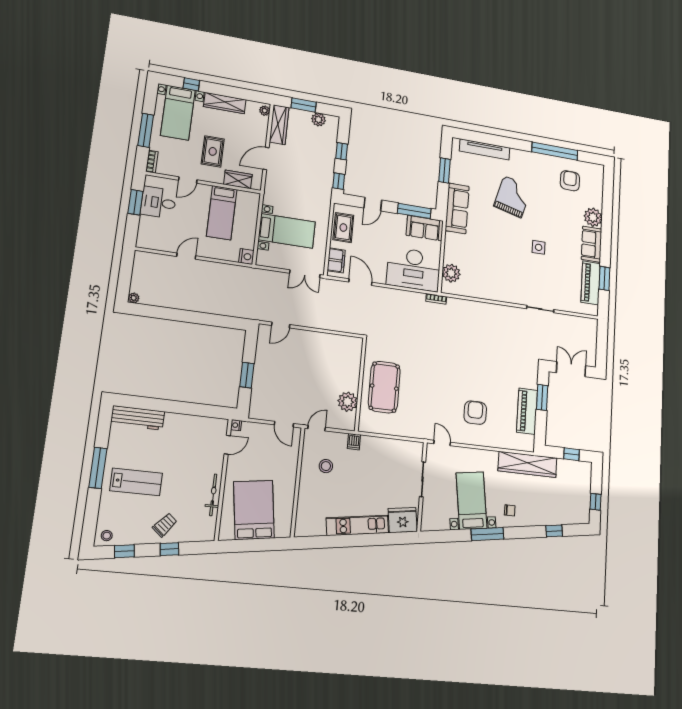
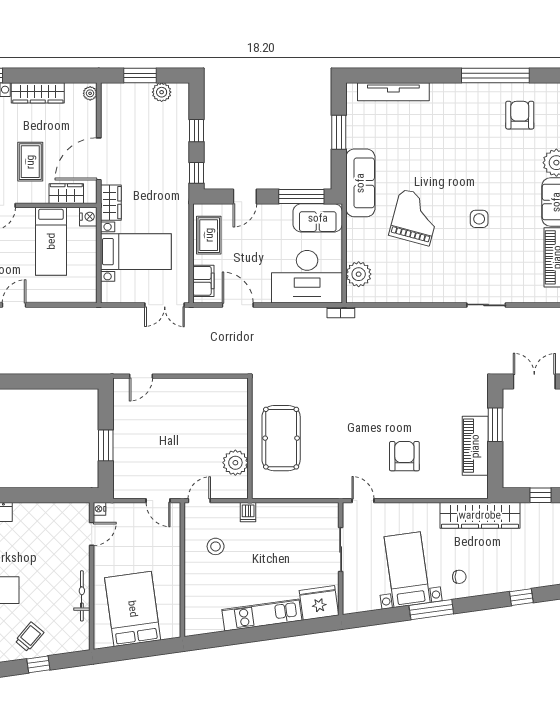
wardrobe: (279, 125) -> (111, 203), moved, width x0.67
door: (266, 158) -> (99, 159), width x1.36
grand piano: (513, 197) -> (415, 217), moved
nightstand: (246, 257) -> (88, 217), moved

